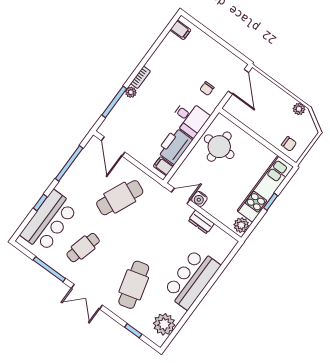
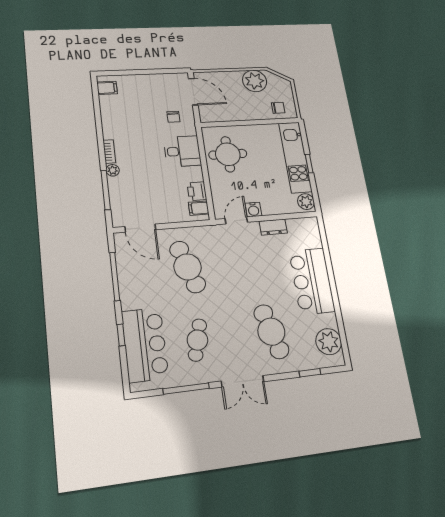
plant: (299, 109) -> (255, 81), width x1.87, depth x1.87
printer: (175, 146) -> (197, 191), width x0.53, depth x0.68
cafe table: (120, 198) -> (188, 267), turned -42

